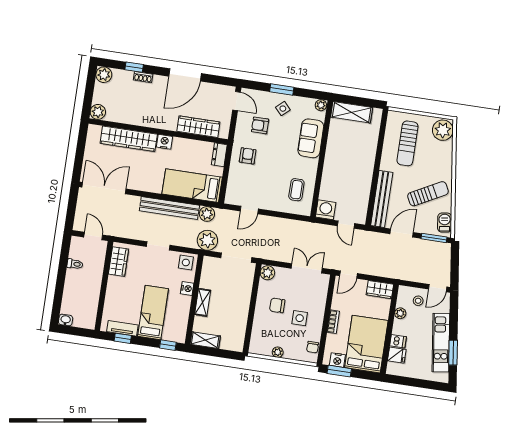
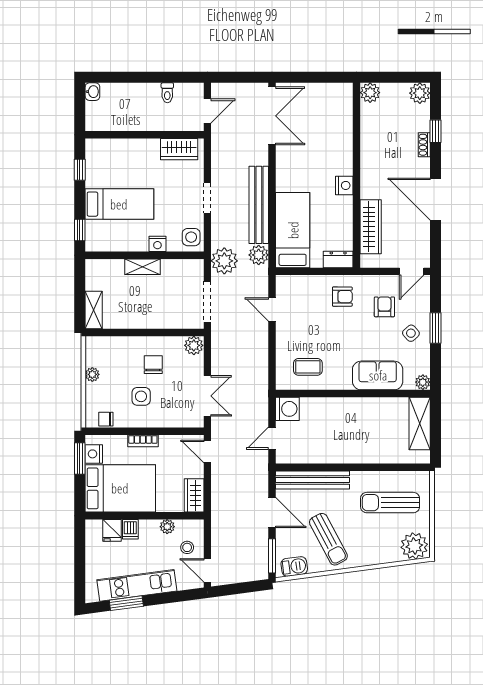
wardrobe: (129, 139) -> (341, 138), removed
tv unit: (122, 328) -> (93, 167), removed
shelving: (205, 340) -> (94, 310), moved

